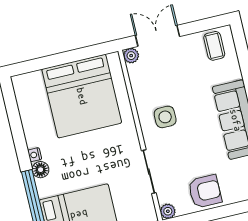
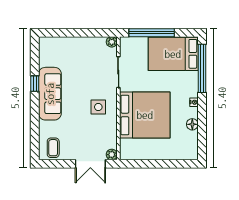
bed: (82, 96) -> (145, 115), moved, turned 90
floor lamp: (41, 170) -> (192, 124), moved
armchair: (205, 191) -> (83, 49), removed

